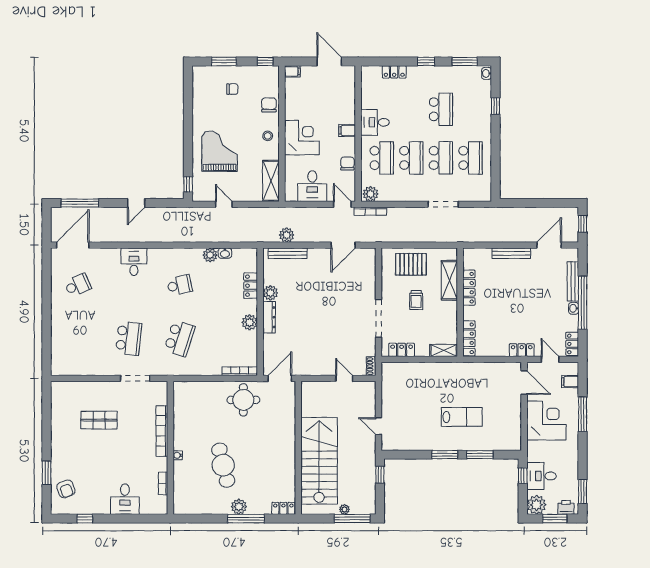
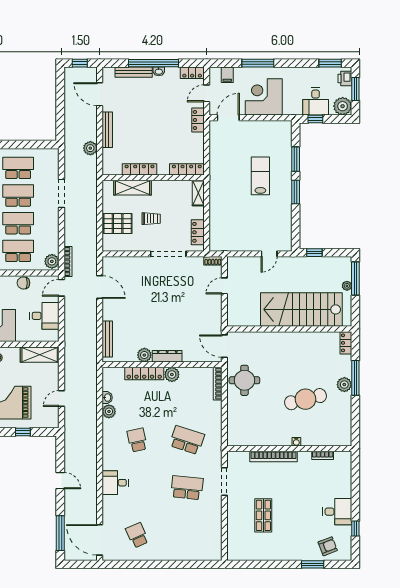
window: (188, 184) -> (23, 432), moved
plant: (287, 235) -> (90, 148), moved
pallet: (411, 264) -> (118, 224), turned 90
locker: (251, 286) -> (144, 374), width x1.53
desk: (125, 499) -> (337, 512), moved

